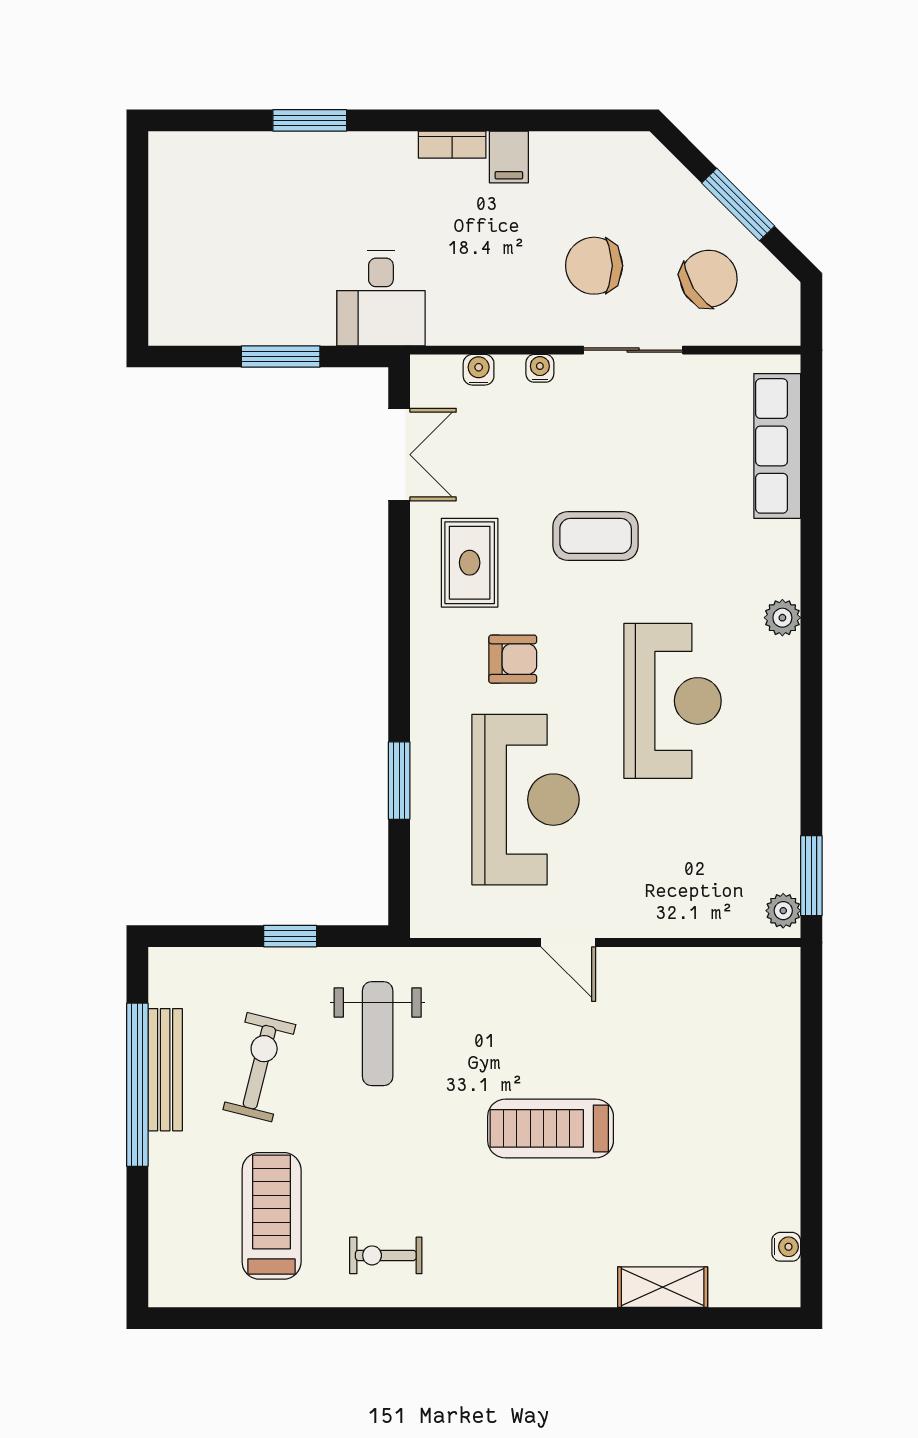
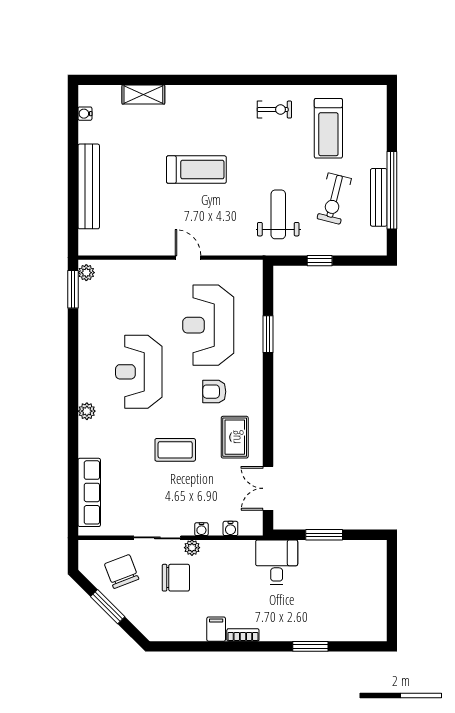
chair: (709, 279) -> (122, 572), turned 101
plant: (560, 329) -> (192, 548), added
bench: (778, 1093) -> (89, 186), added

